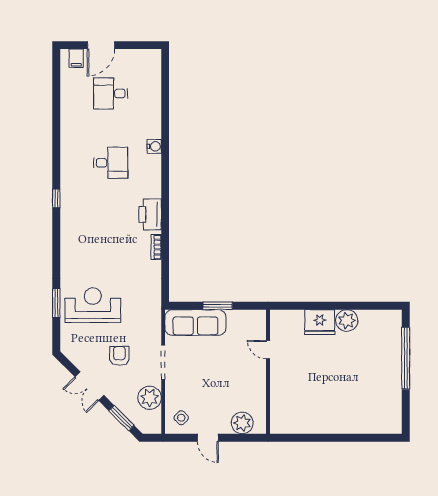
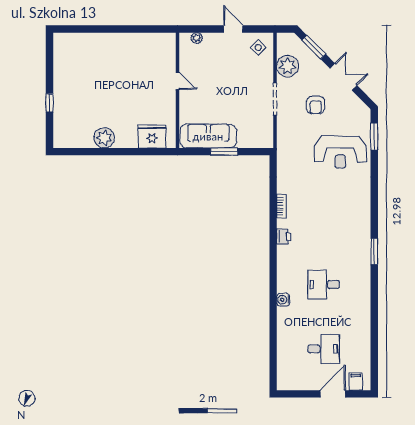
window: (56, 198) -> (374, 251), width x1.50
printer: (150, 214) -> (284, 237), width x0.53, depth x0.68
window: (56, 303) -> (374, 136), moved
sofa: (195, 322) -> (208, 136), moved
fridge: (320, 322) -> (152, 136), moved
door: (268, 350) -> (178, 81), moved
window: (406, 358) -> (50, 103), width x0.32
plant: (242, 423) -> (197, 38), width x0.53, depth x0.53

